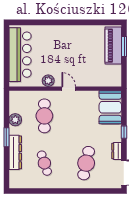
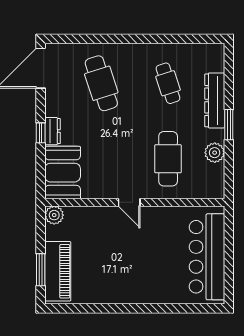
plant: (48, 81) -> (54, 215), moved
dresser: (117, 151) -> (53, 131), moved
cafe table: (86, 163) -> (101, 83), turned -30

